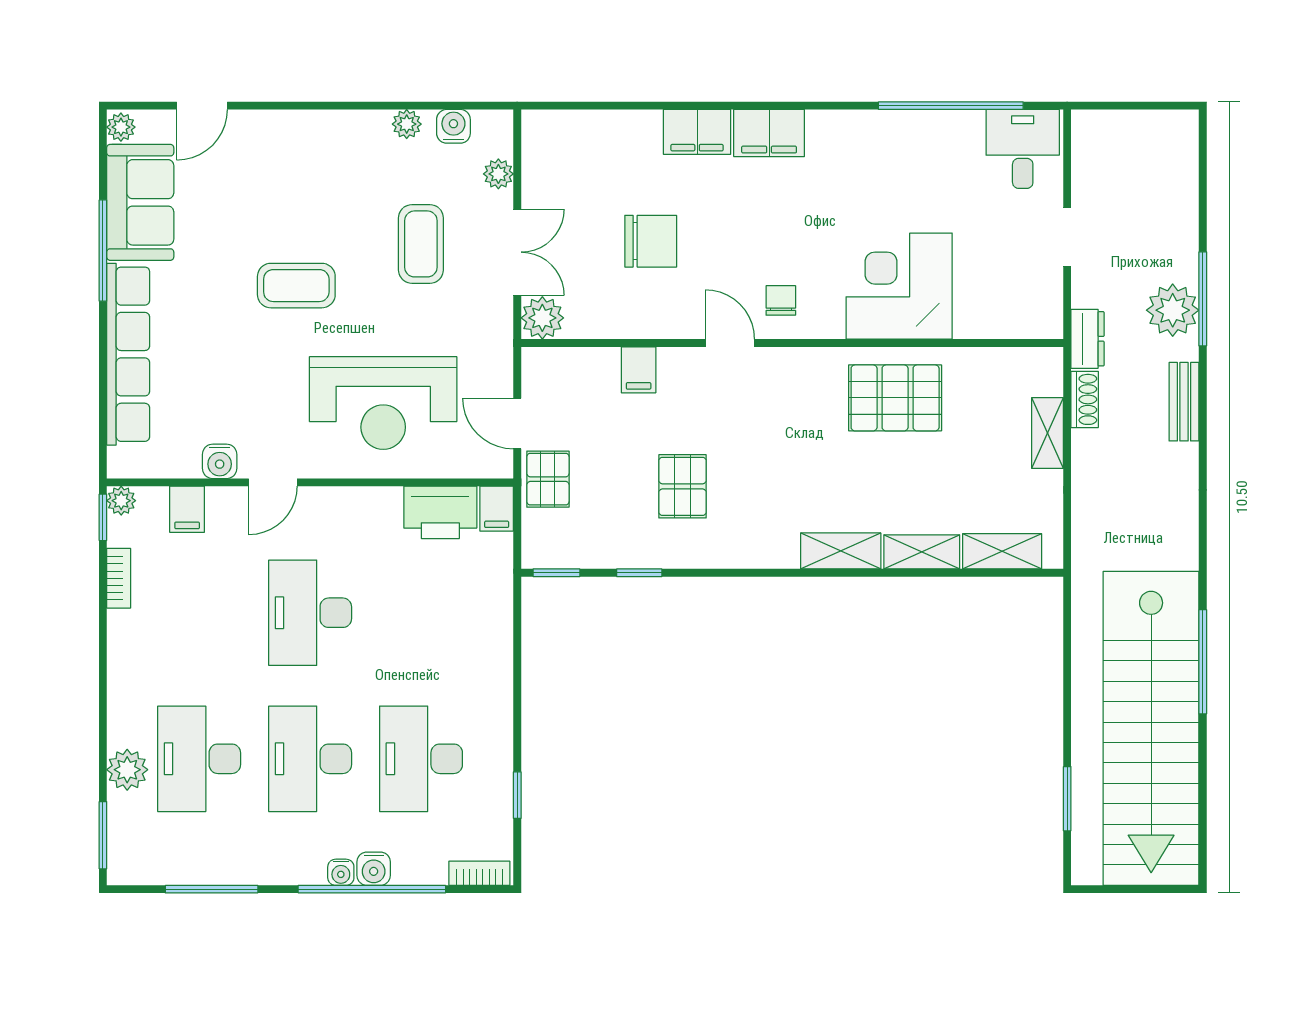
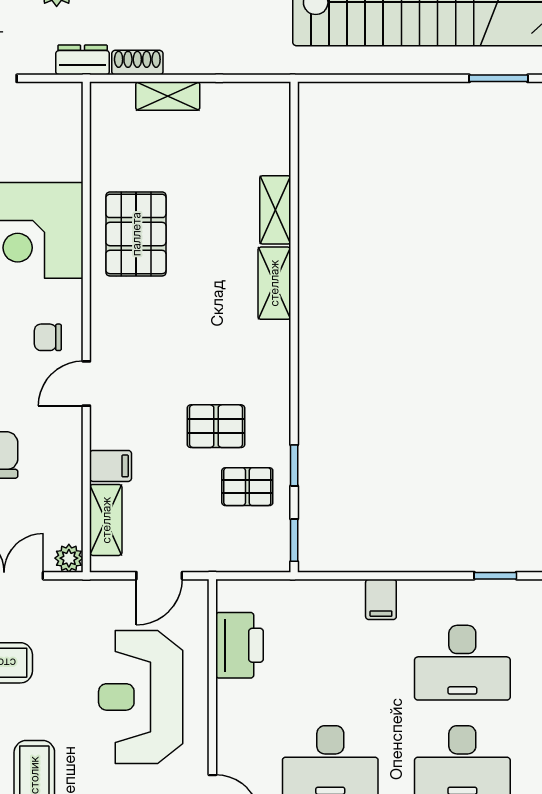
plant: (542, 318) -> (69, 558), width x0.73, depth x0.73
reception desk: (383, 403) -> (141, 697), turned 180
pallet: (548, 479) -> (247, 487), moved
filing cabinet: (497, 509) -> (381, 599), moved, turned 90
shelving: (1002, 551) -> (106, 520), moved

